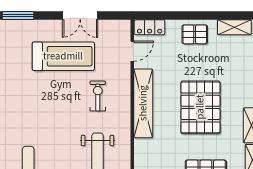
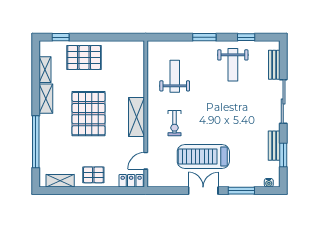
double door: (80, 16) -> (203, 191), moved
shelving: (143, 103) -> (136, 117), width x0.68

